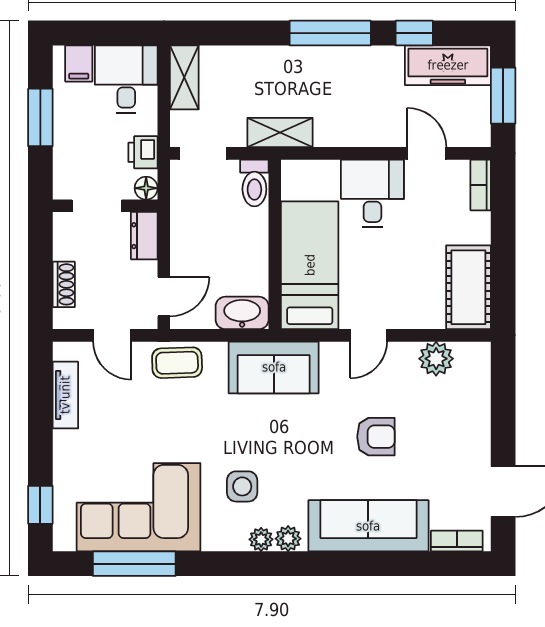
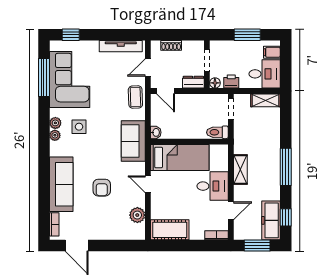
window: (414, 33) -> (286, 217), moved
shelving: (280, 133) -> (240, 170), moved
washbasin: (242, 313) -> (156, 132), width x0.52, depth x0.69
tv unit: (65, 395) -> (121, 46), width x1.41
plant: (288, 539) -> (55, 123), moved

